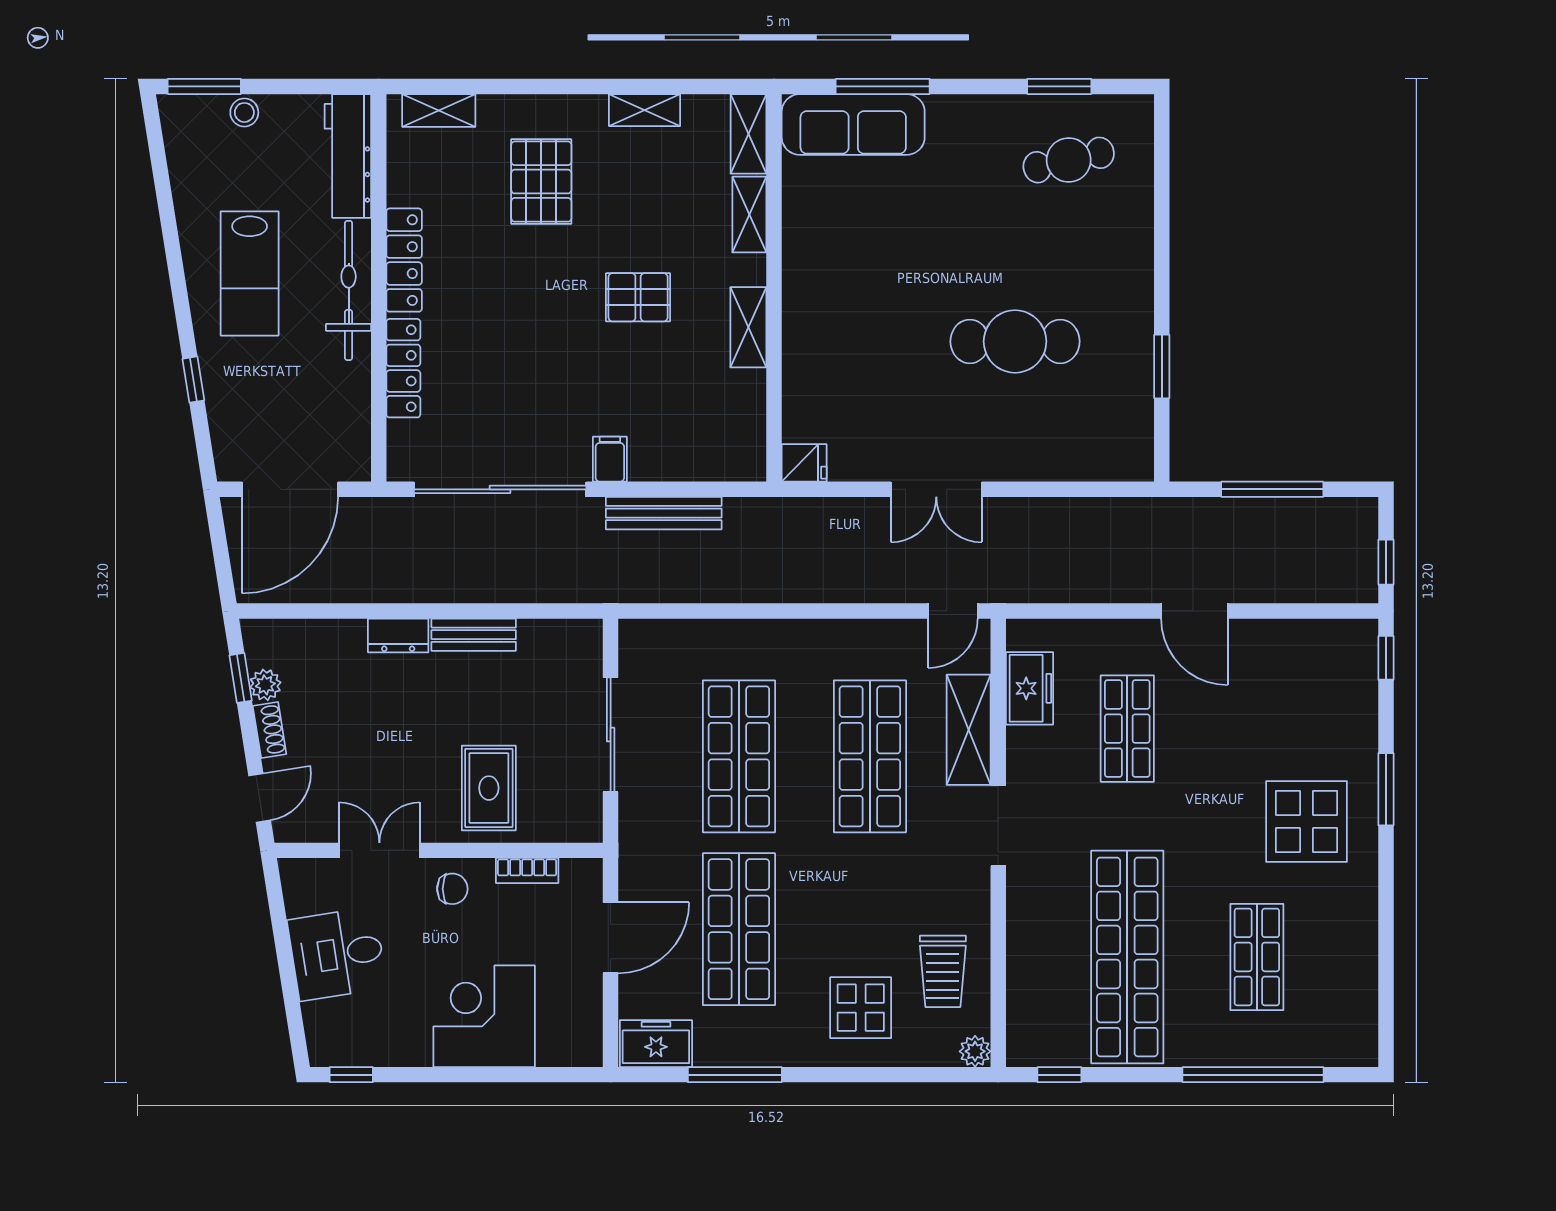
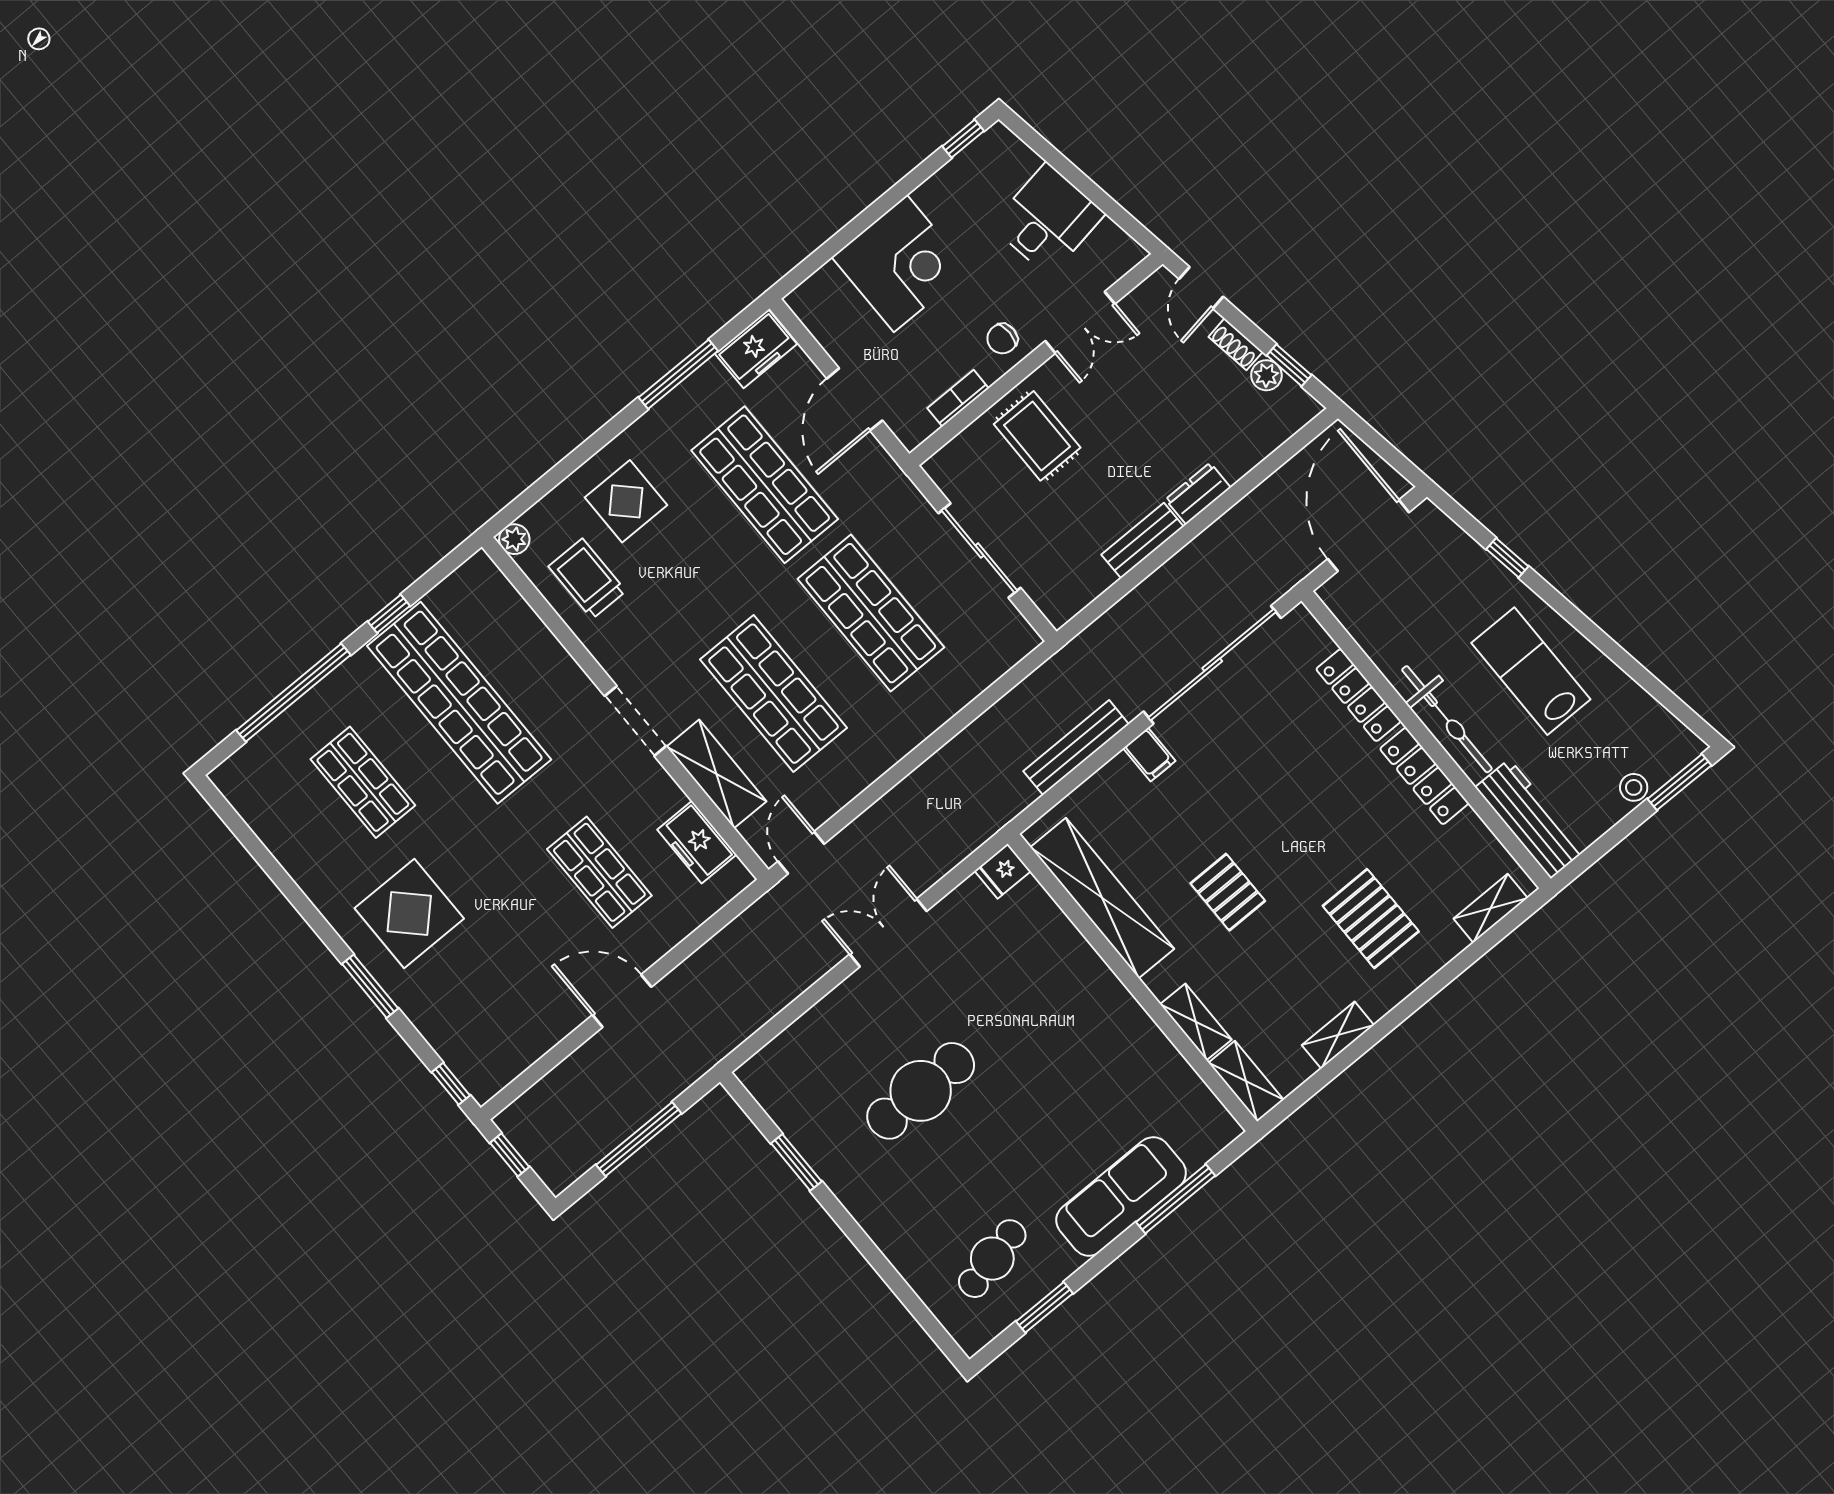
sofa: (853, 124) -> (1121, 1197), moved
pallet: (638, 297) -> (1228, 892), turned 90
shelving: (748, 327) -> (1102, 898), width x2.20, depth x1.33
window: (1059, 1075) -> (389, 614), moved

